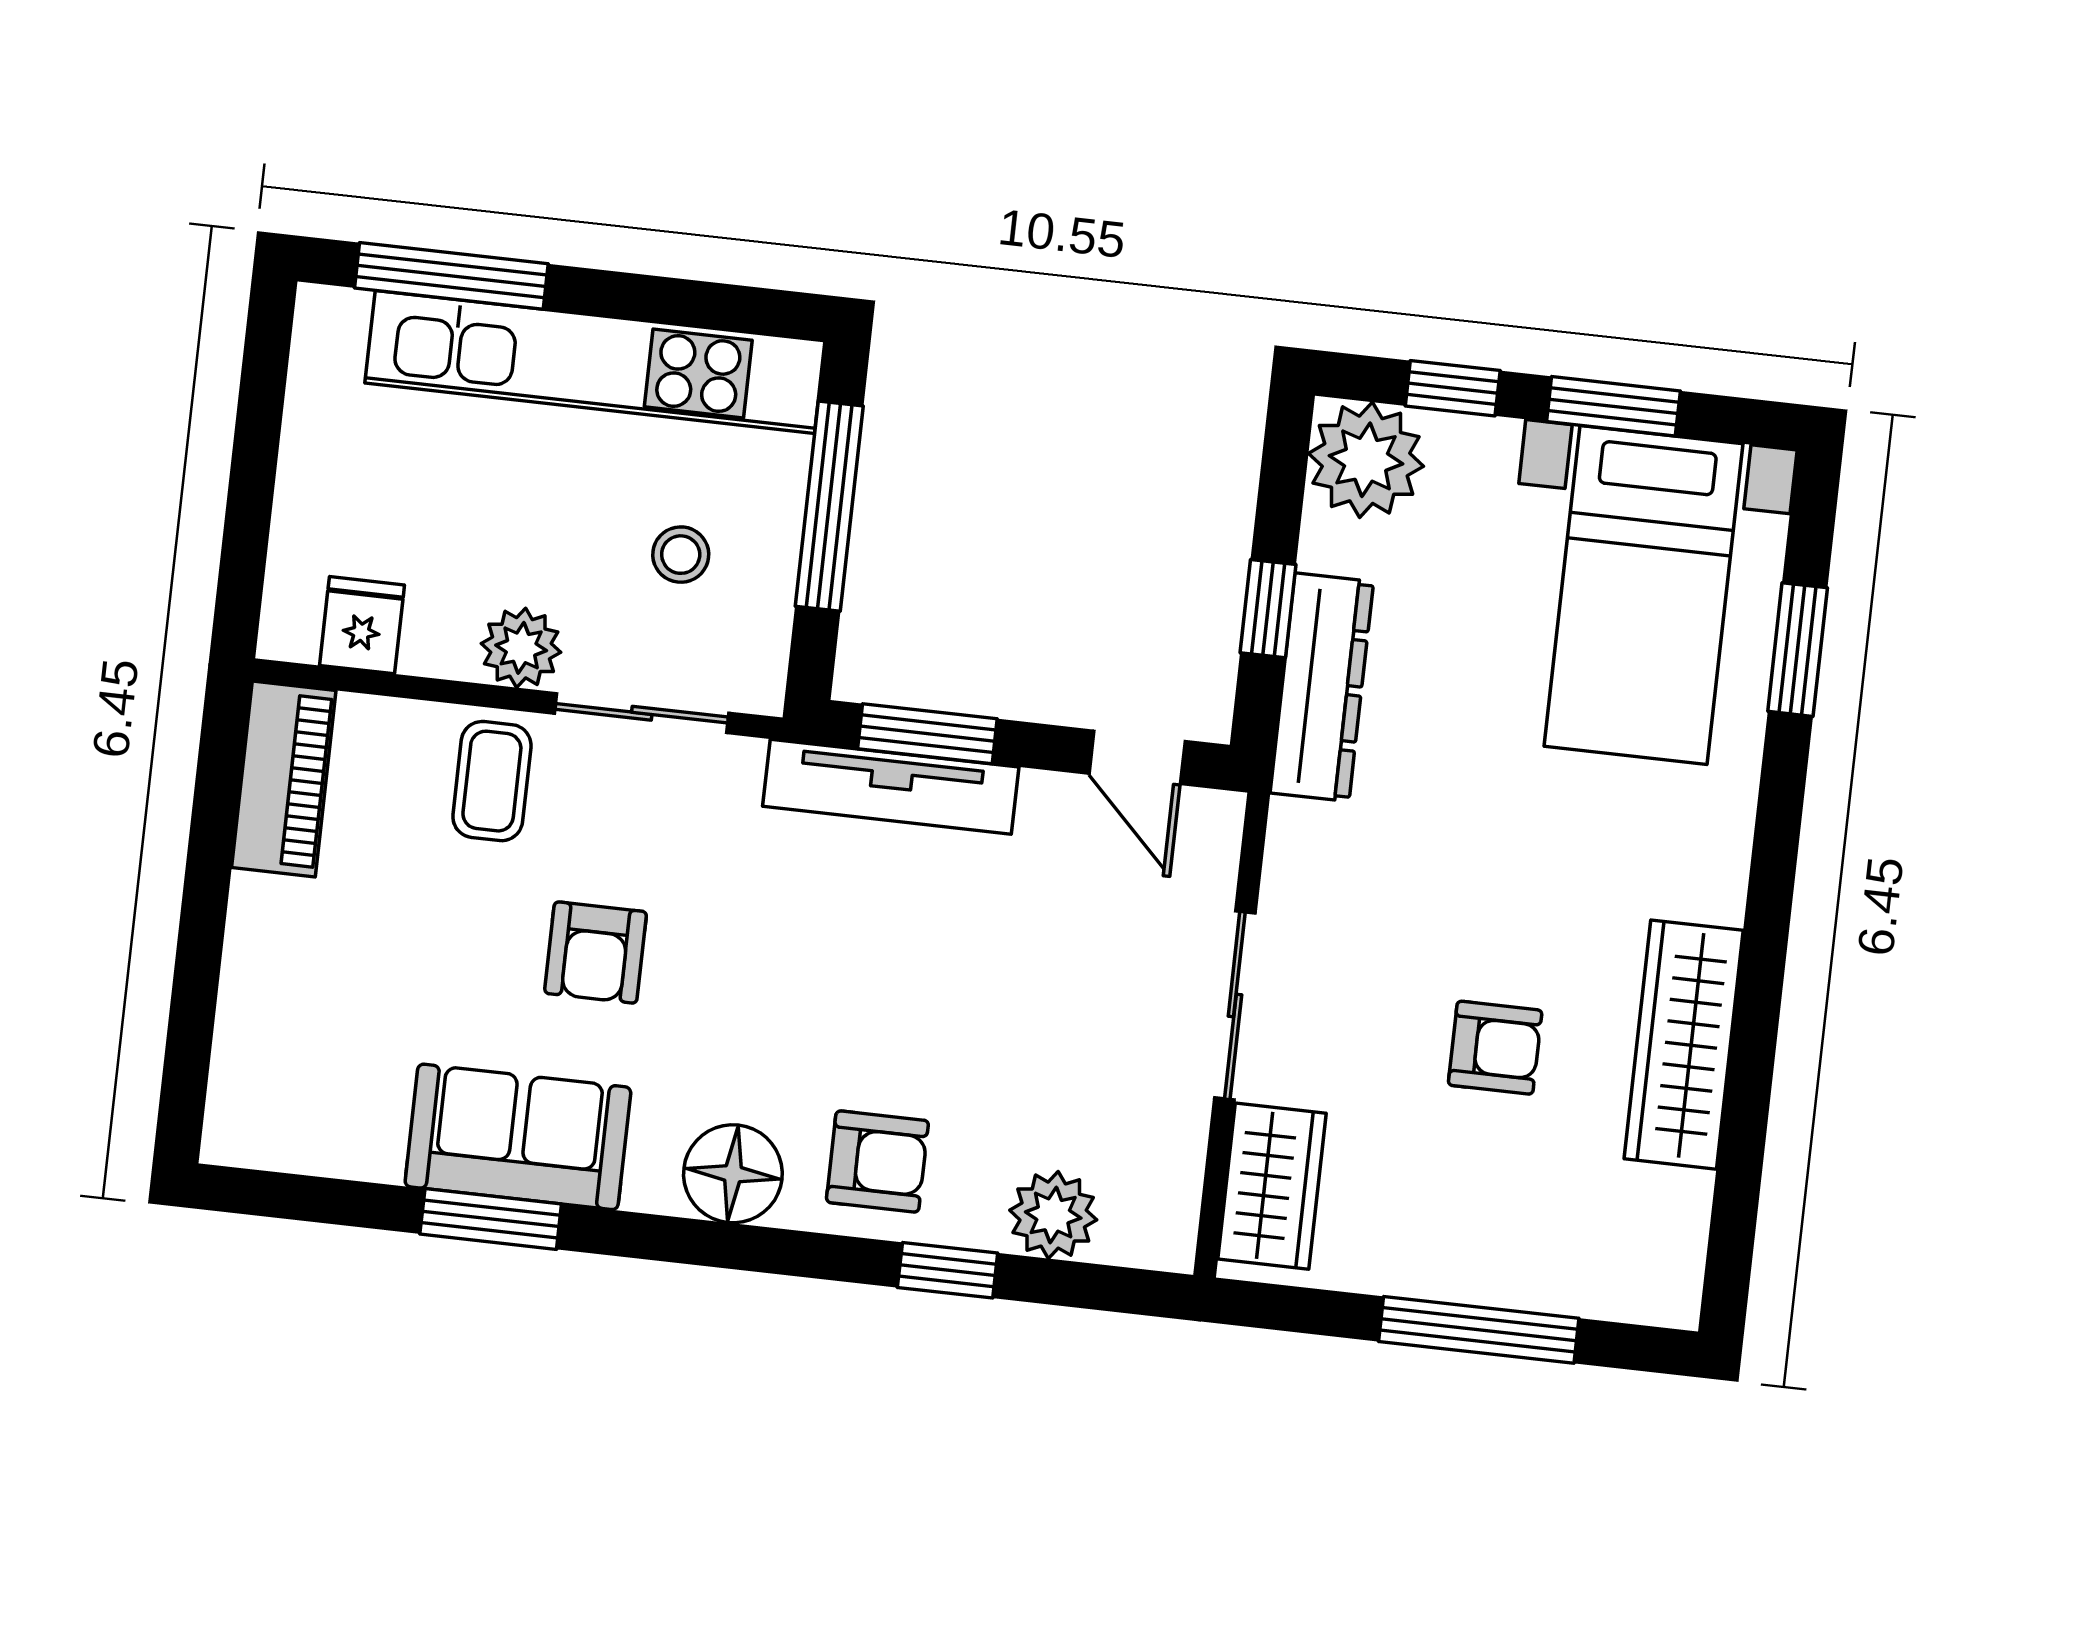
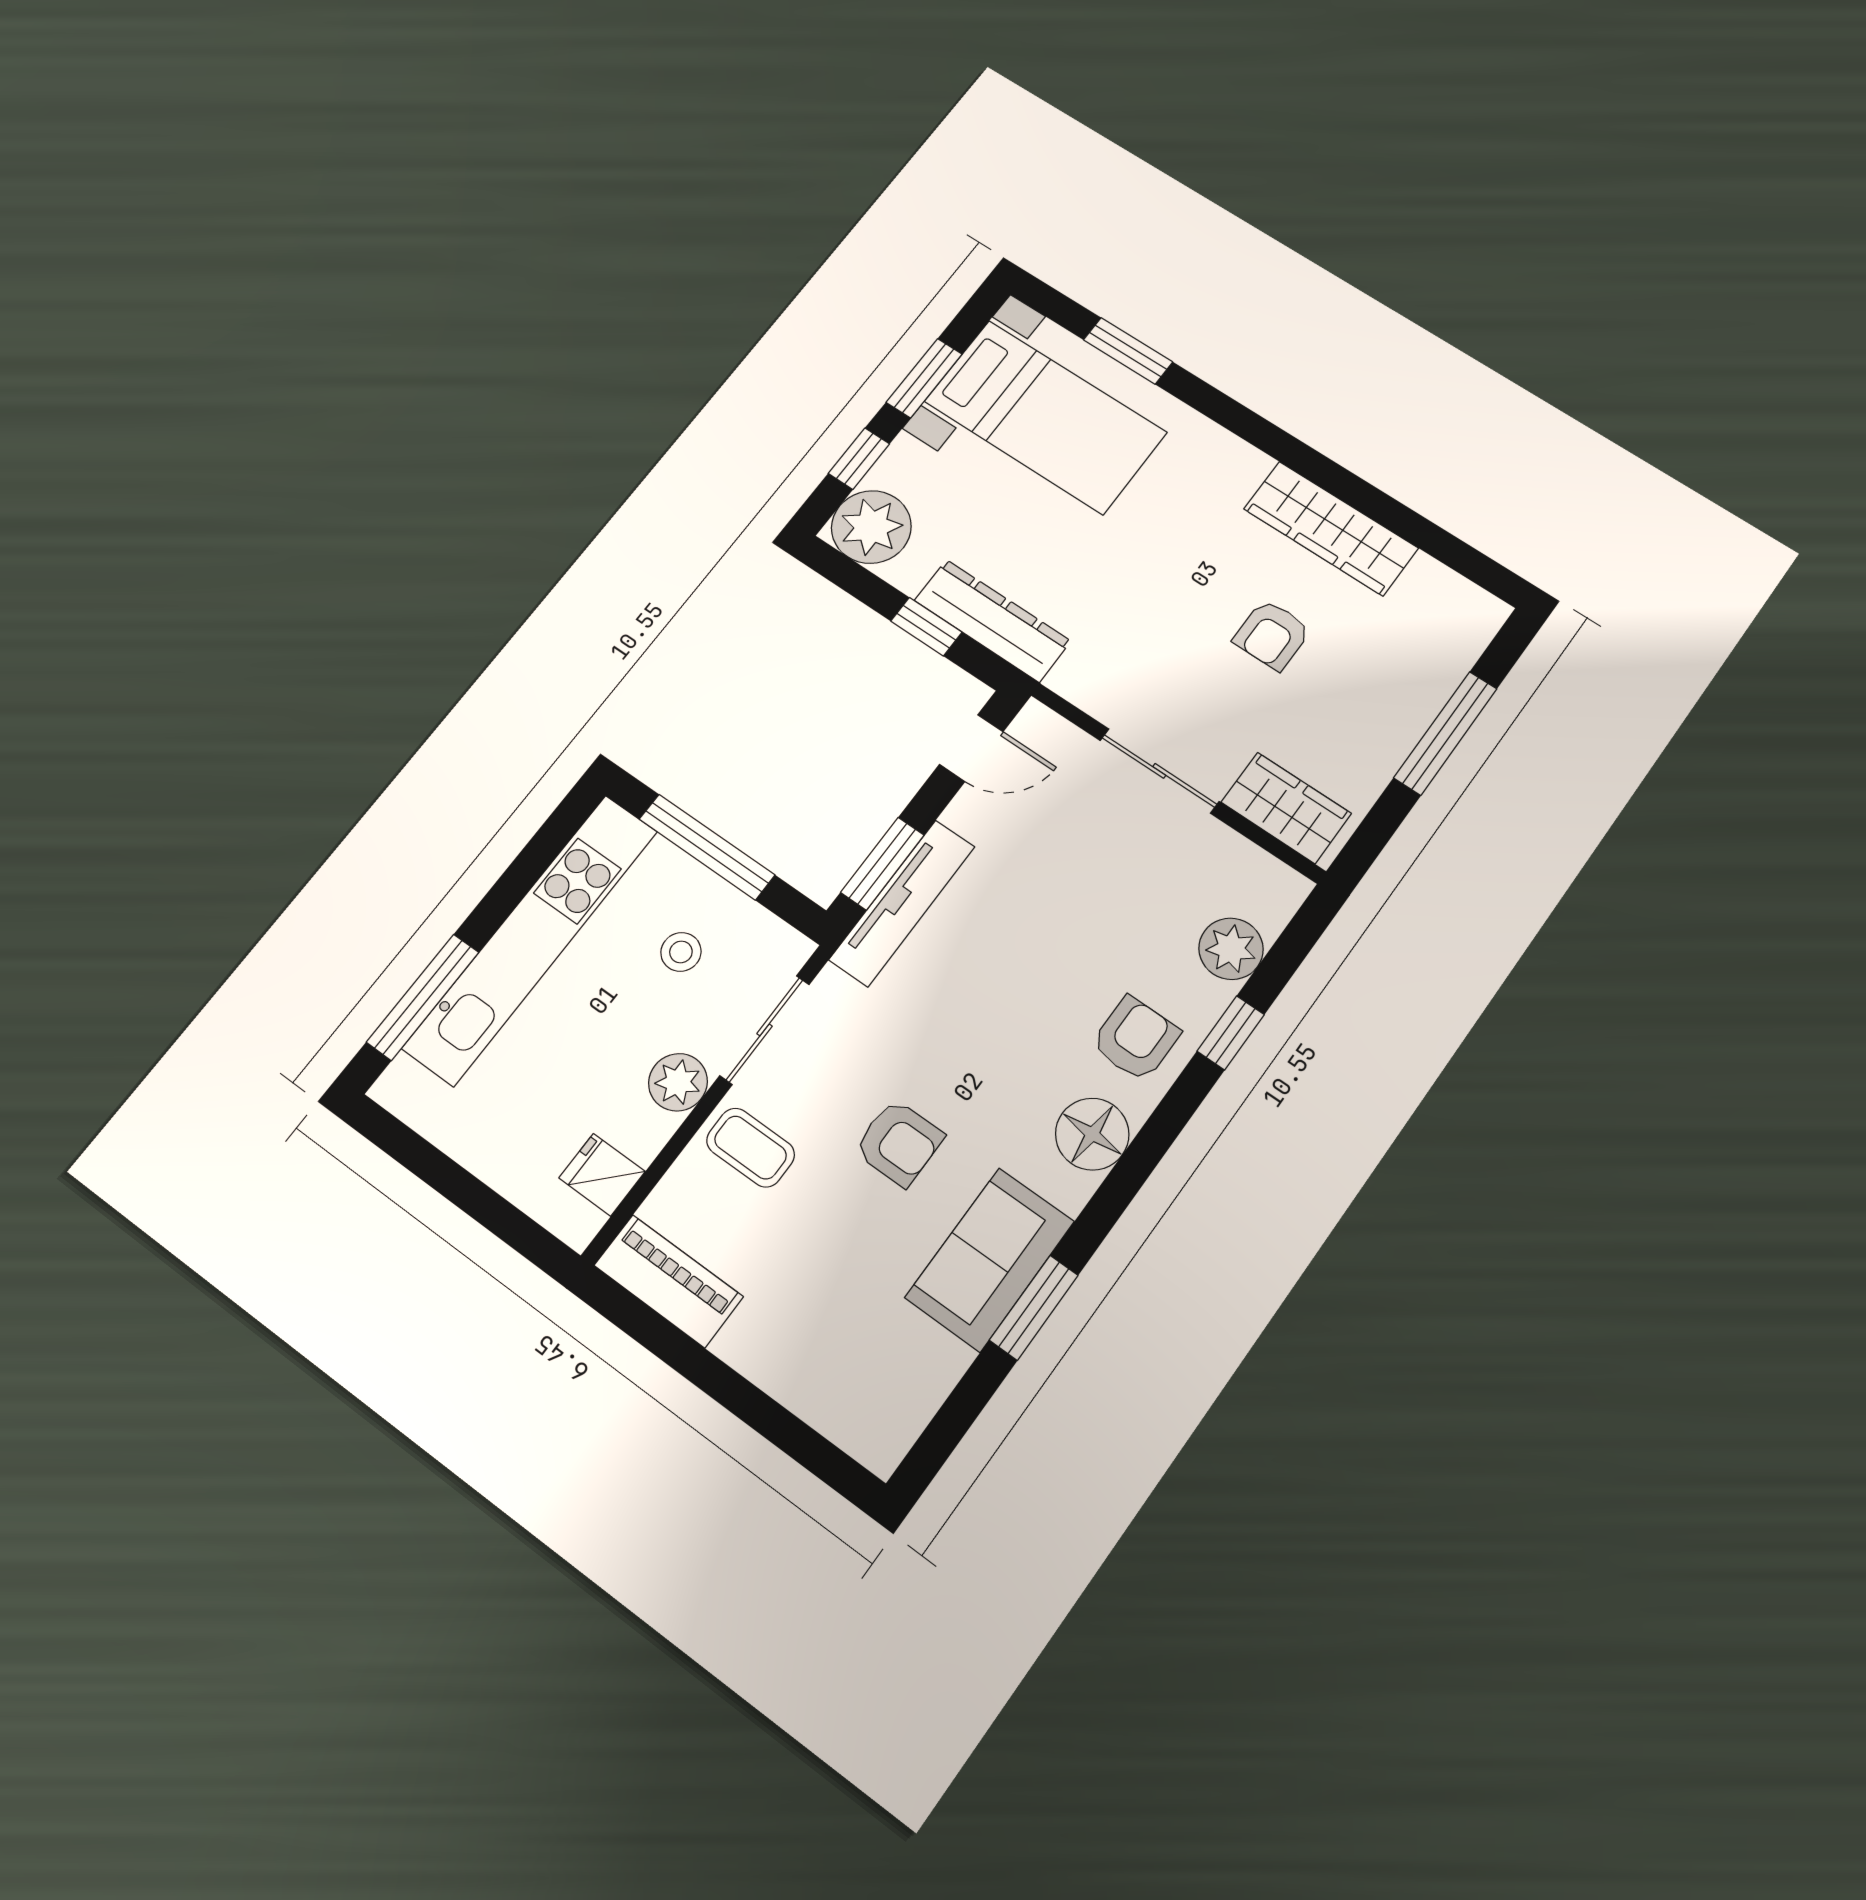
armchair: (1495, 1048) -> (1272, 635), turned 180

